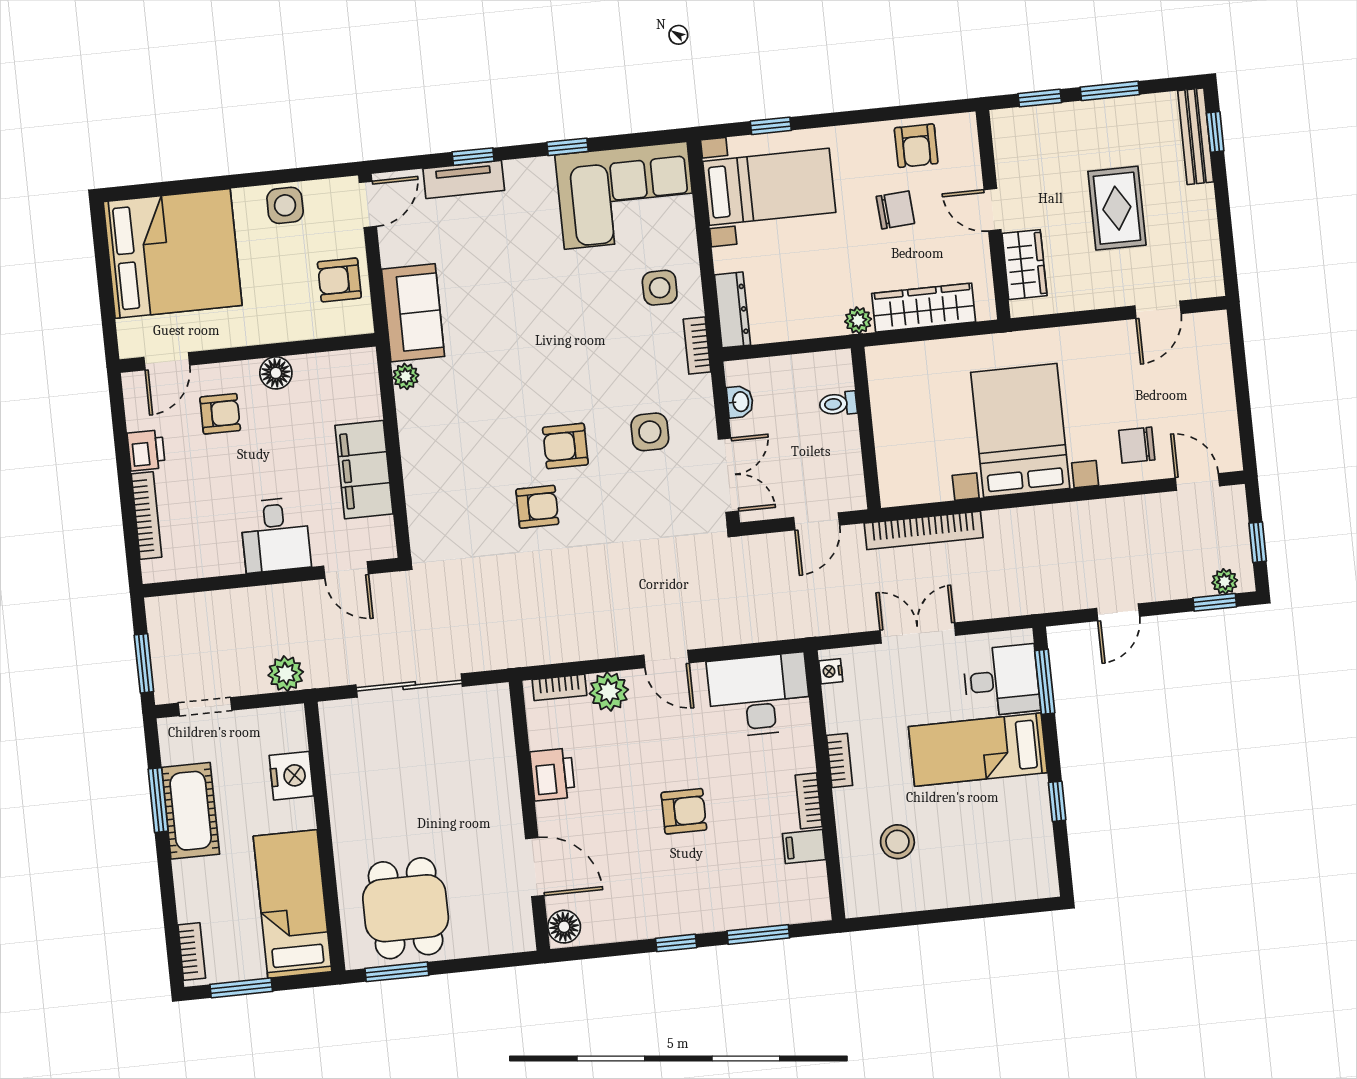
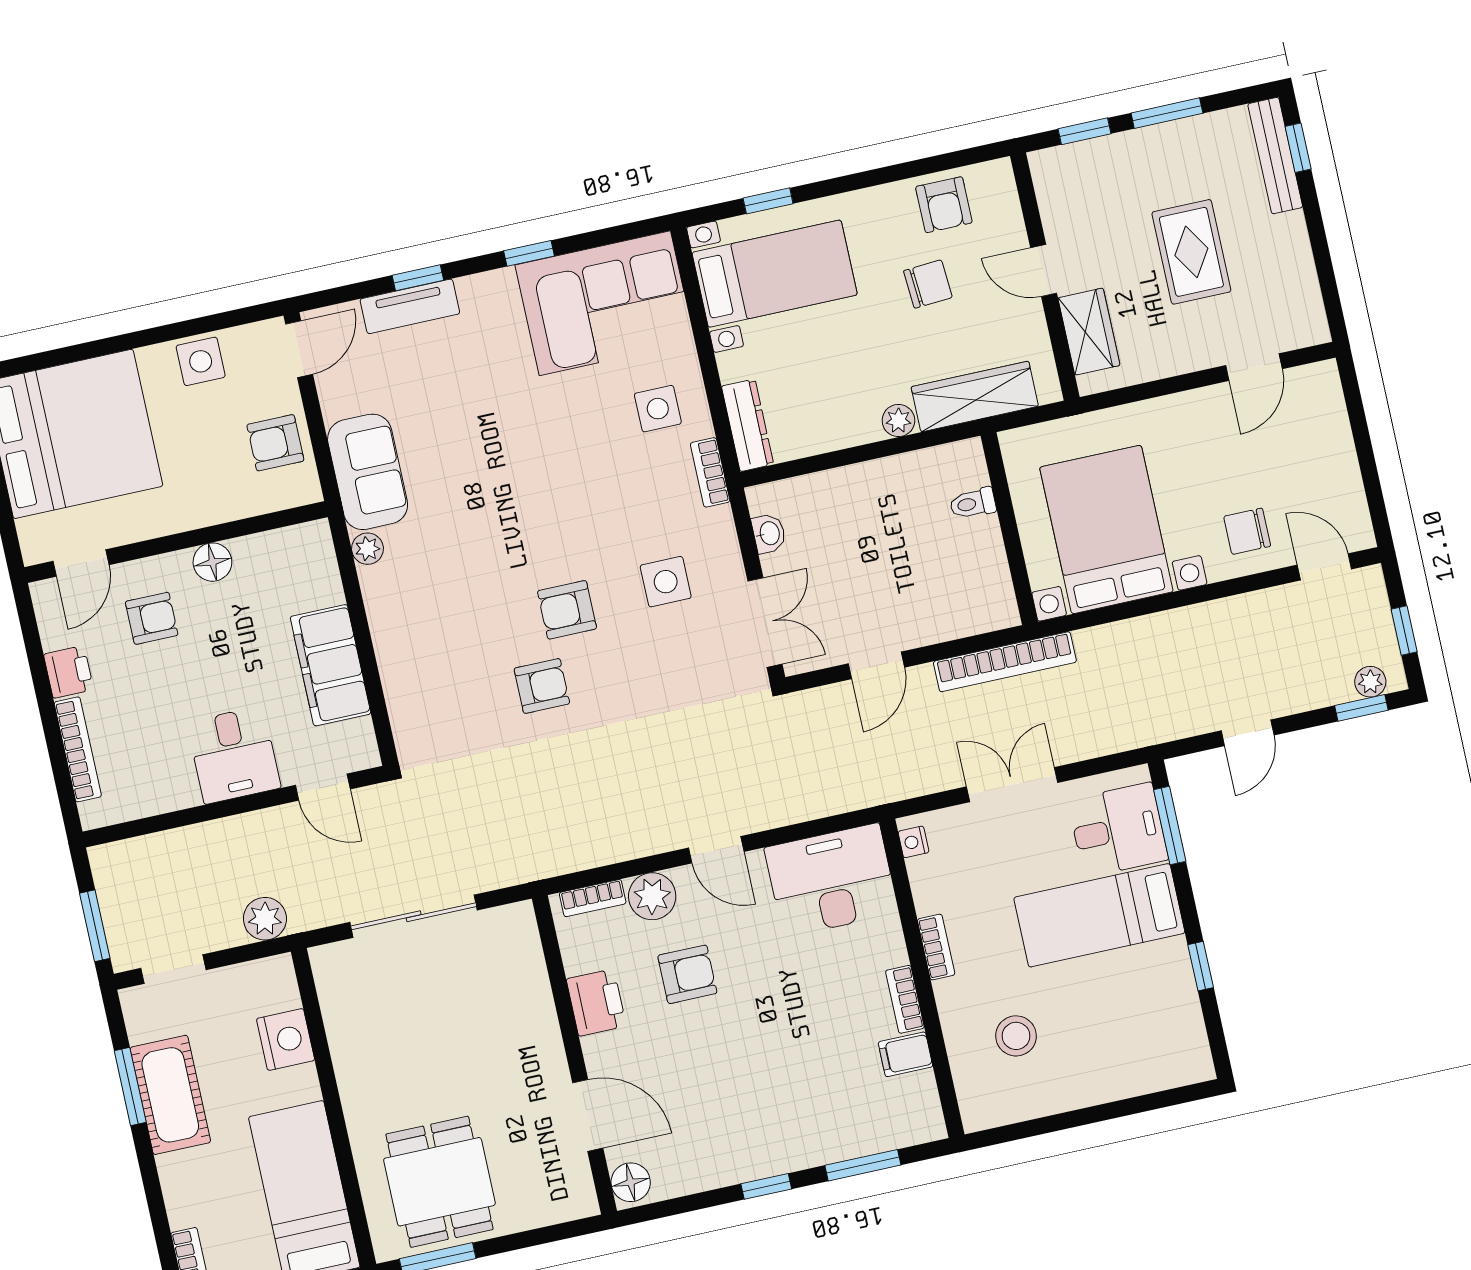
toilet: (838, 404) -> (973, 503), moved
wall: (866, 428) -> (1009, 529), moved
armchair: (684, 811) -> (687, 974), moved

